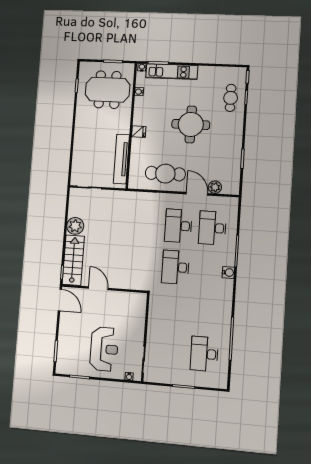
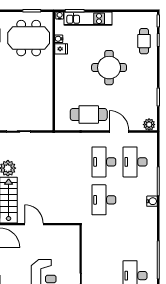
fridge: (139, 132) -> (61, 49), moved
tv unit: (121, 159) -> (47, 103), removed
plant: (215, 187) -> (149, 125), moved

